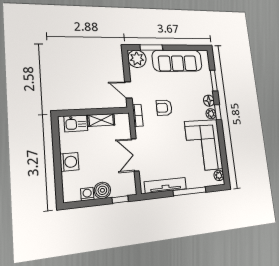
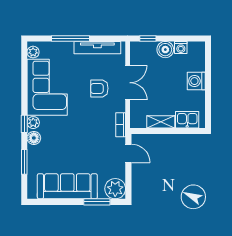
armchair: (164, 108) -> (99, 88), moved, turned 180

